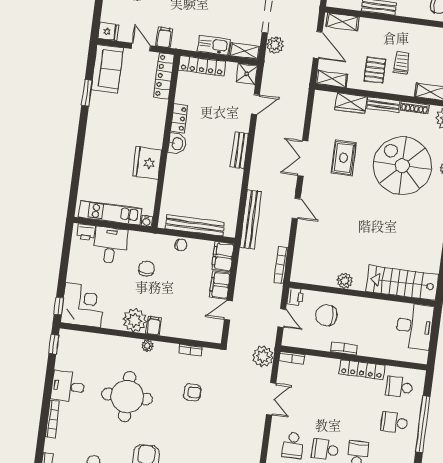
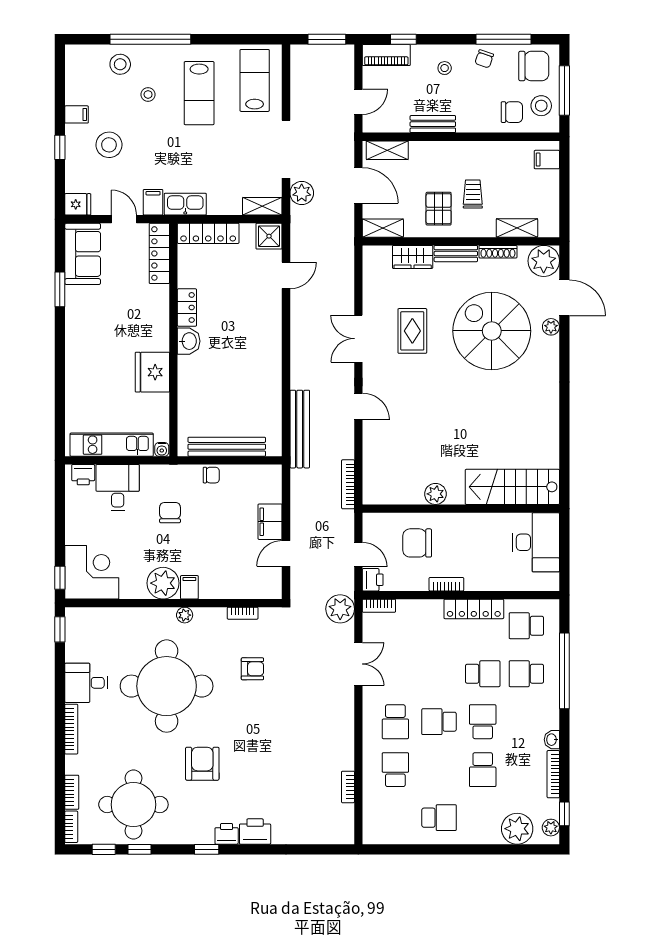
kitchen sink: (214, 45) -> (185, 204), moved
bench: (240, 150) -> (273, 339), removed
filing cabinet: (223, 257) -> (269, 483), removed
printer: (295, 297) -> (373, 580), moved
round table: (127, 397) -> (167, 686), width x1.36, depth x1.36
school desk: (362, 418) -> (483, 674), added

